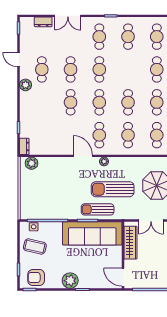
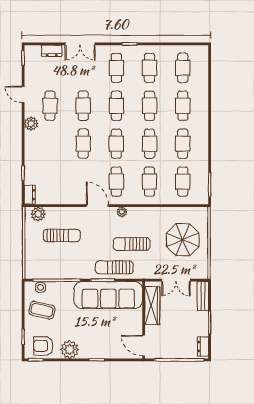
cafe table: (128, 69) -> (150, 106), added
sun lounger: (52, 182) -> (62, 235), added
sun lounger: (113, 189) -> (132, 244), width x0.73, depth x0.75
plant: (70, 281) -> (70, 349), moved

